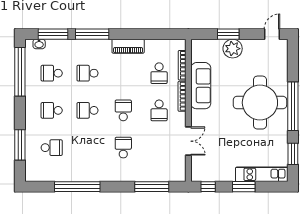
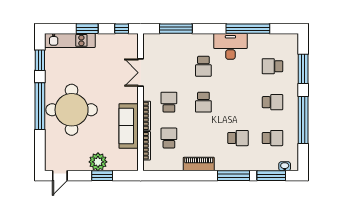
window: (20, 72) -> (303, 120), moved
school desk: (87, 110) -> (238, 102), removed
desk: (95, 168) -> (230, 46), added

